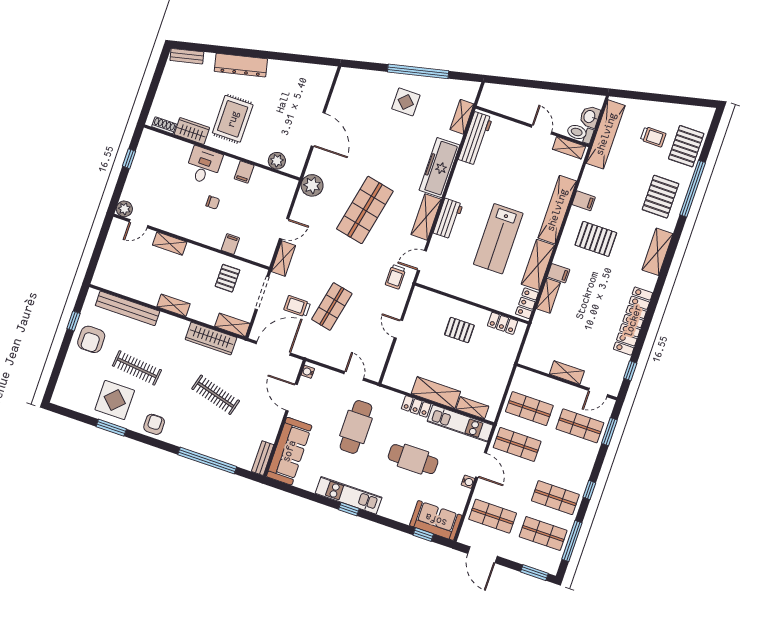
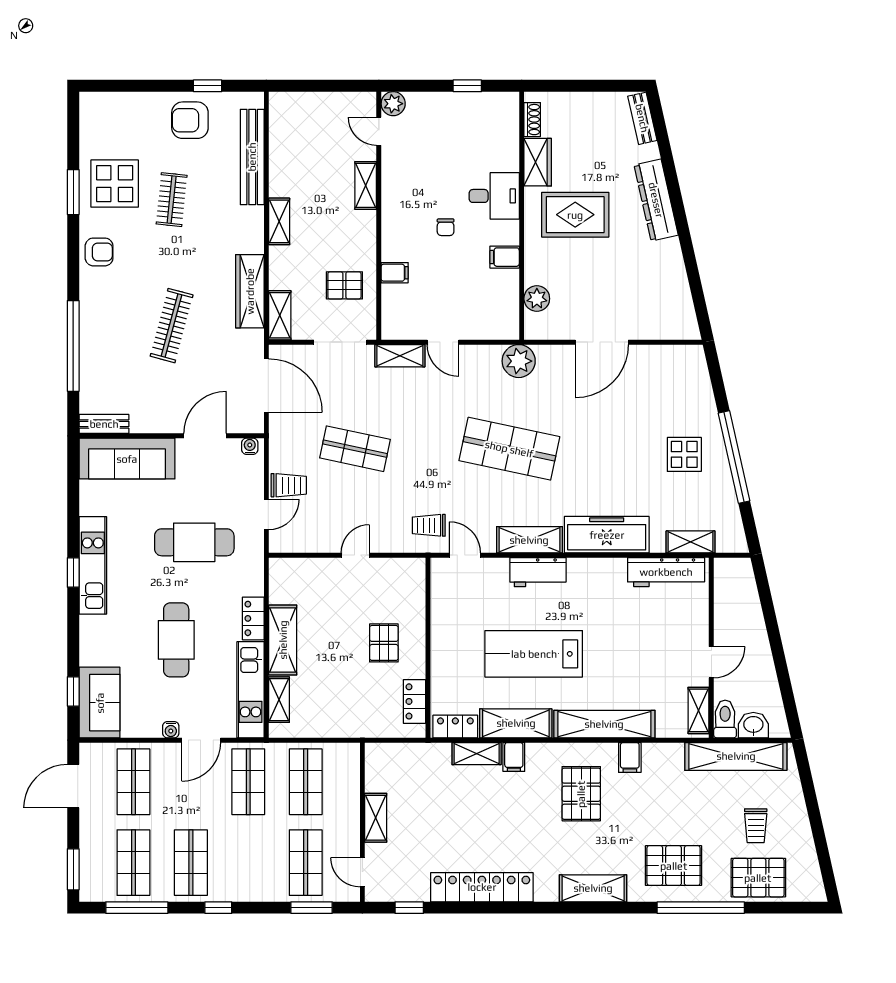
trolley: (297, 306) -> (289, 485), moved, turned 90
clothes rail: (137, 368) -> (172, 200), width x0.73

